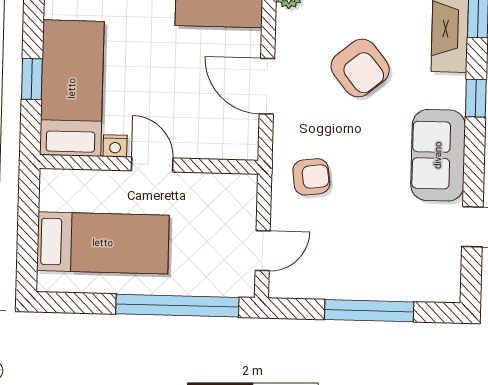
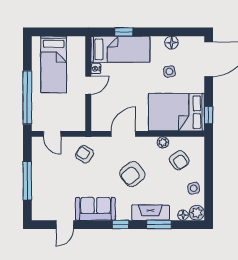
armchair: (311, 177) -> (85, 154), turned 129

